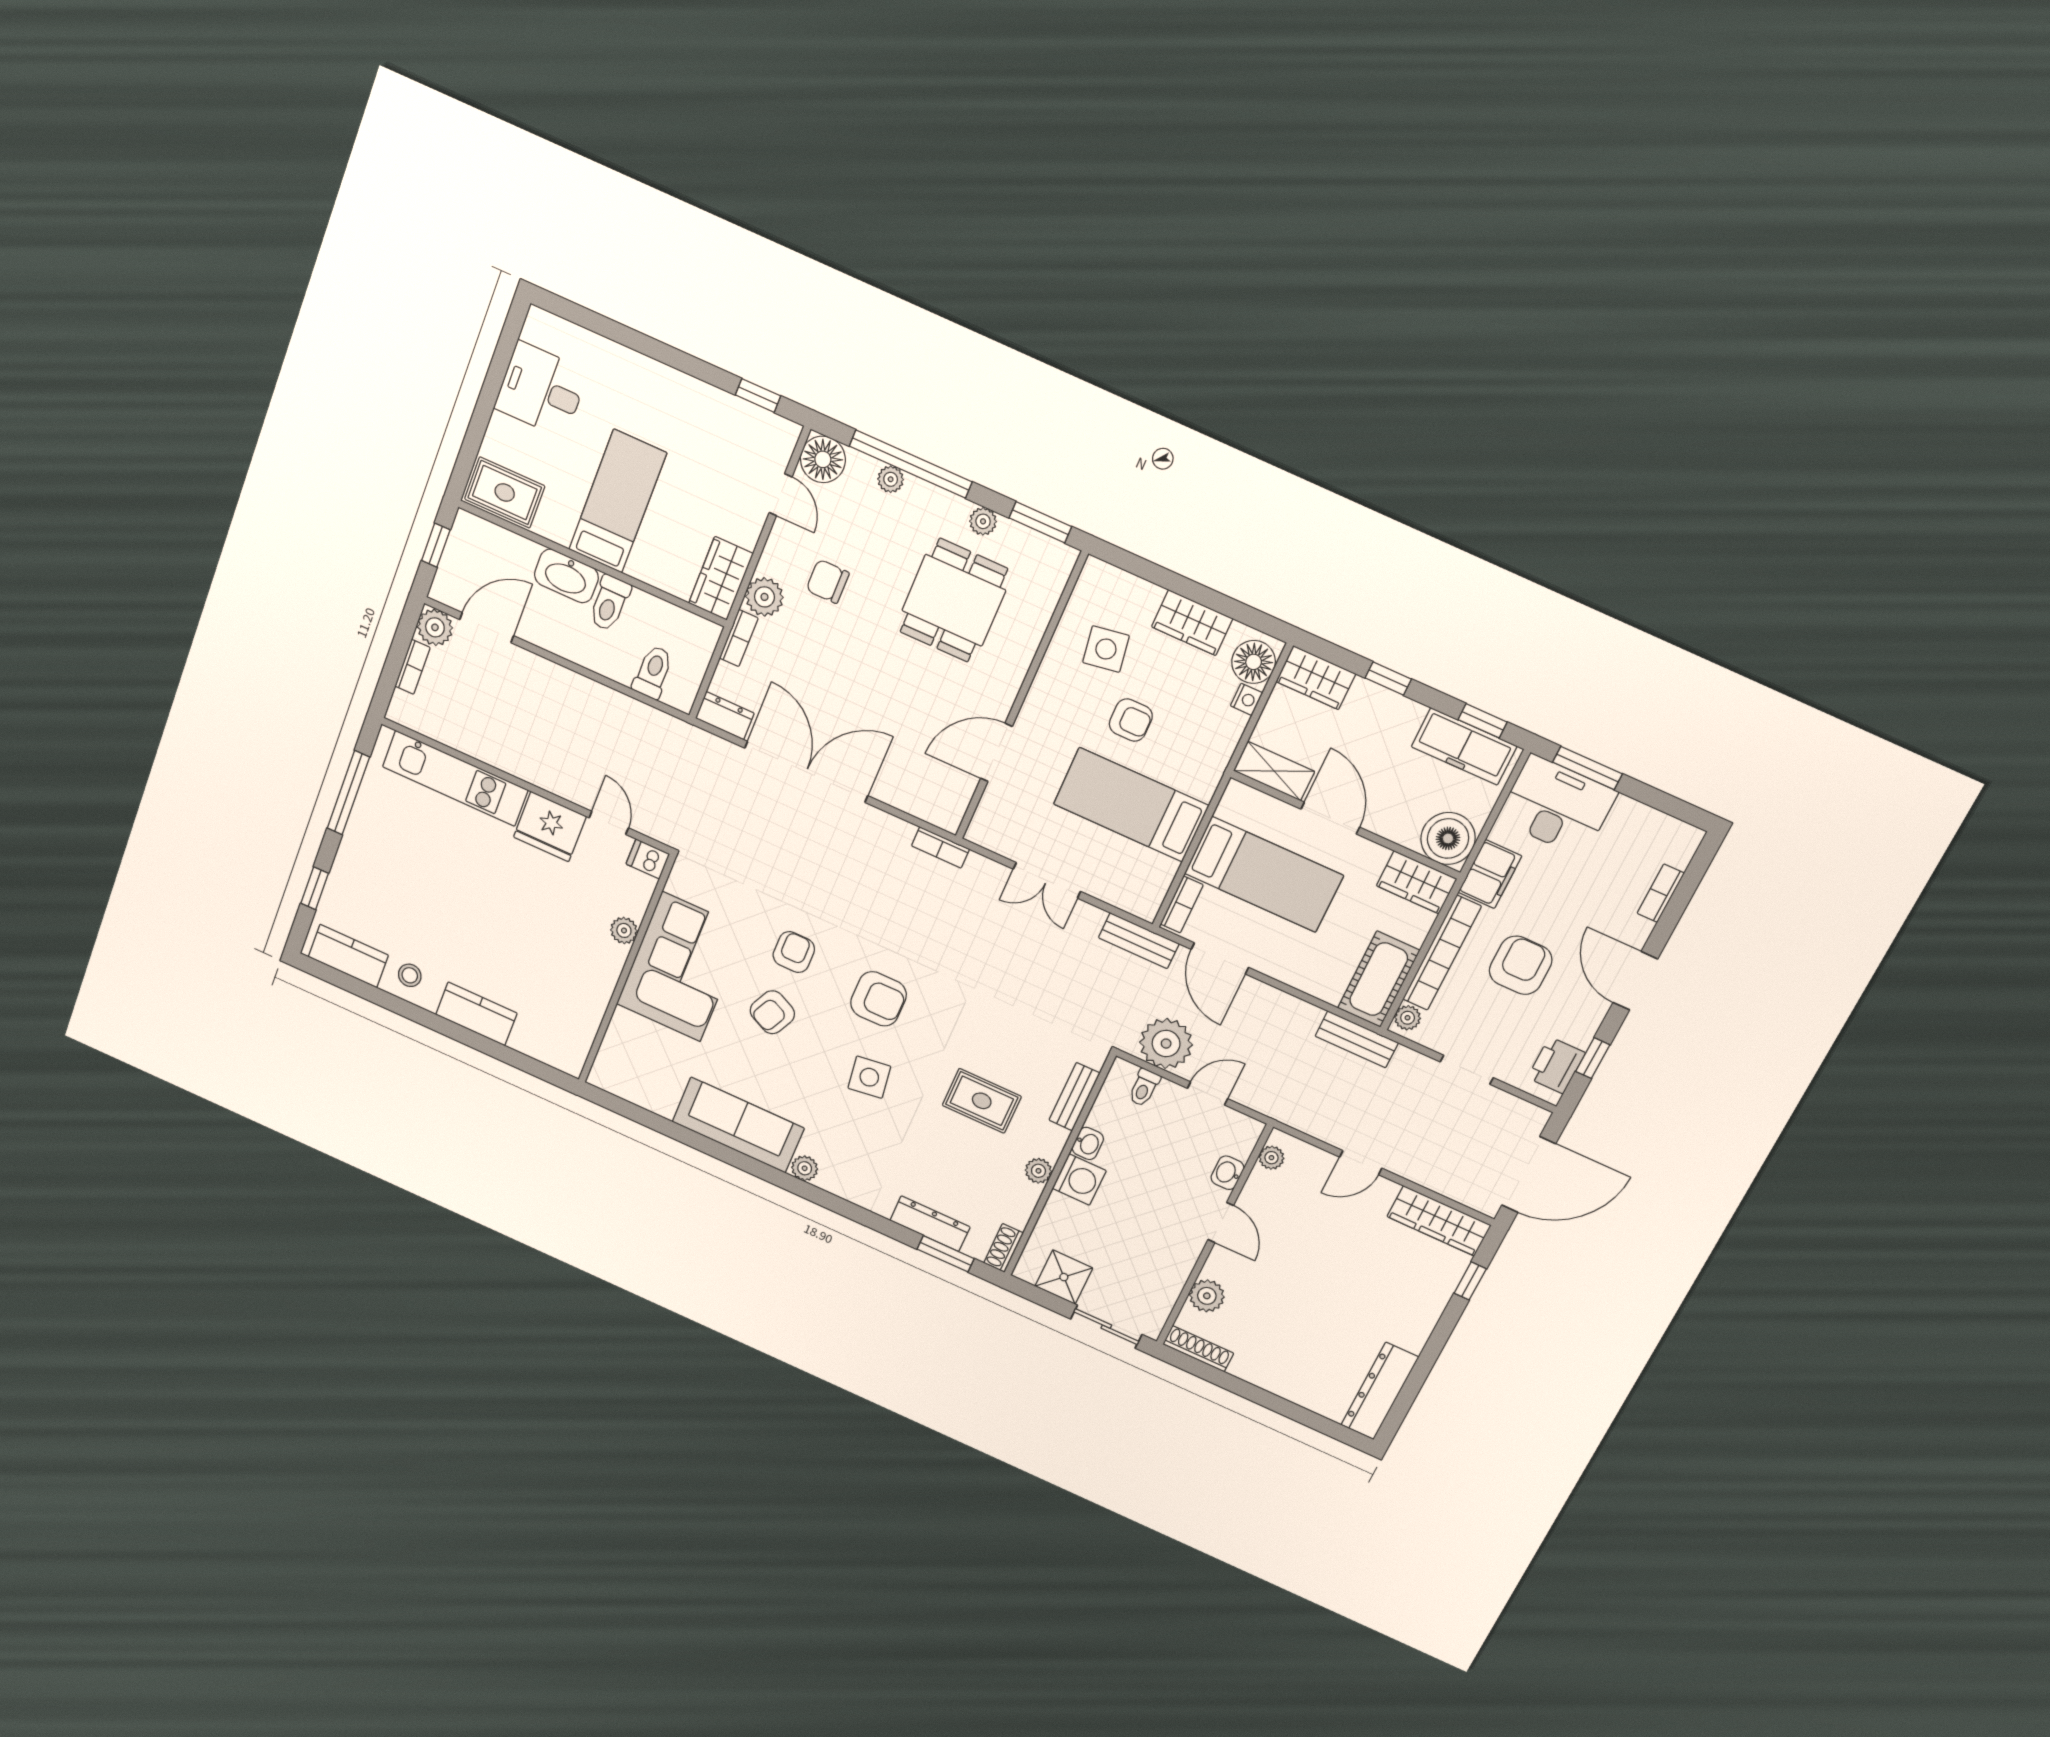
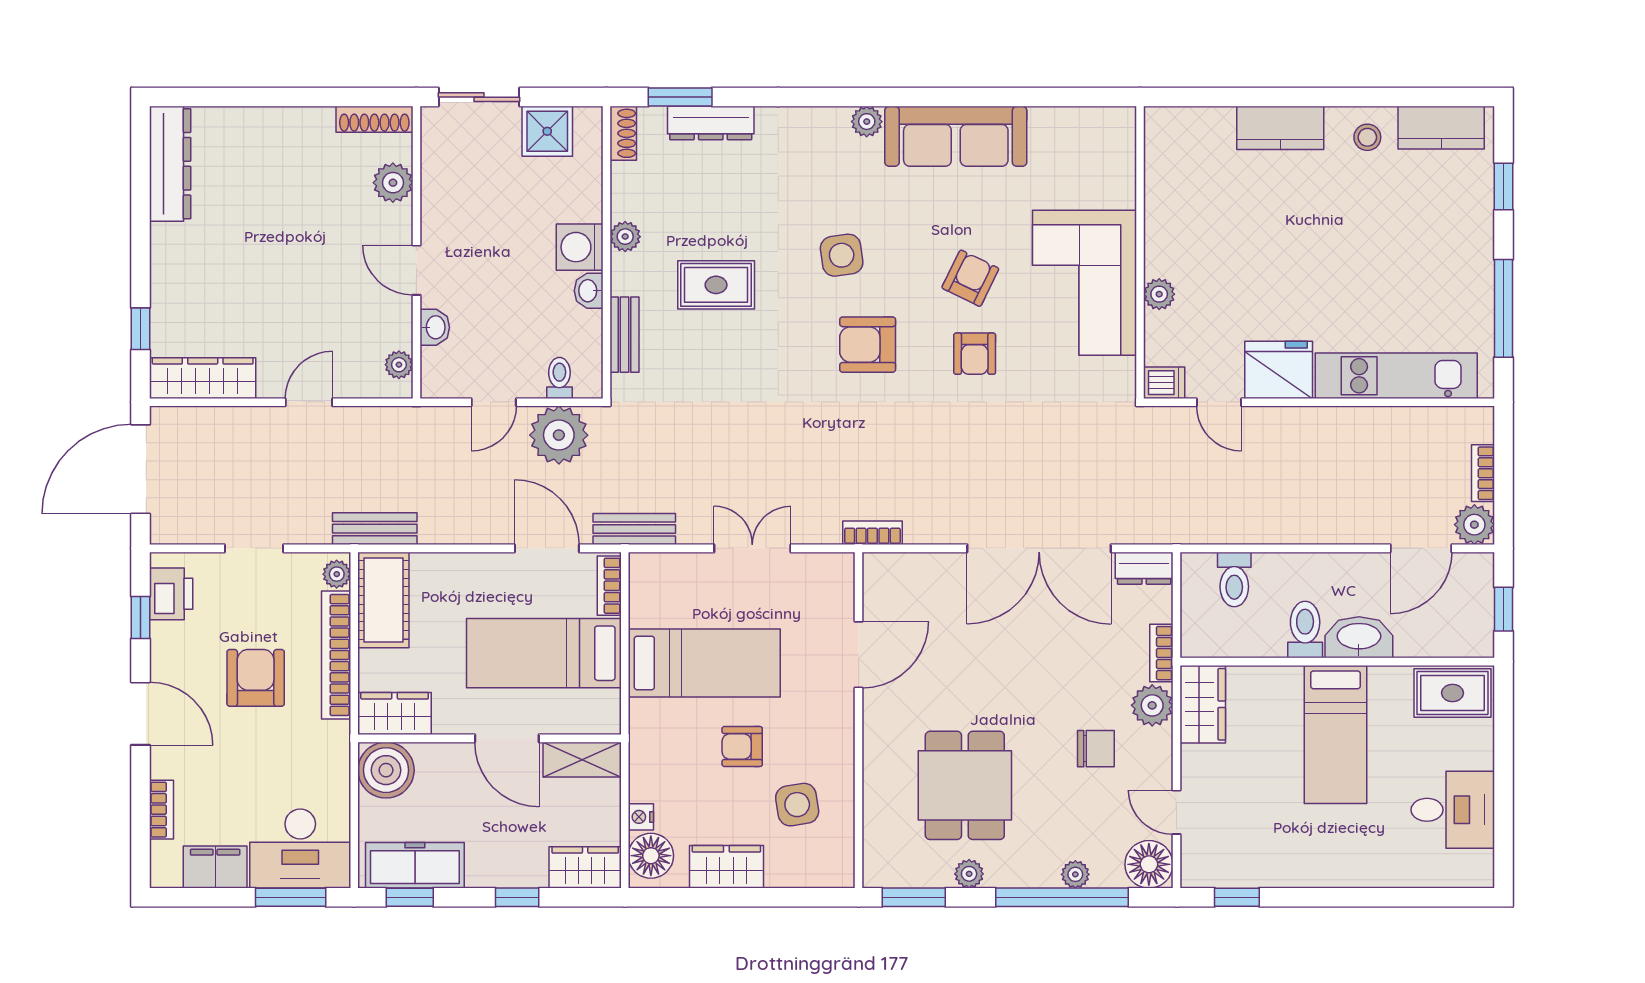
filing cabinet: (1490, 874) -> (215, 867), moved, turned 90
armchair: (1521, 965) -> (256, 678), turned 180

